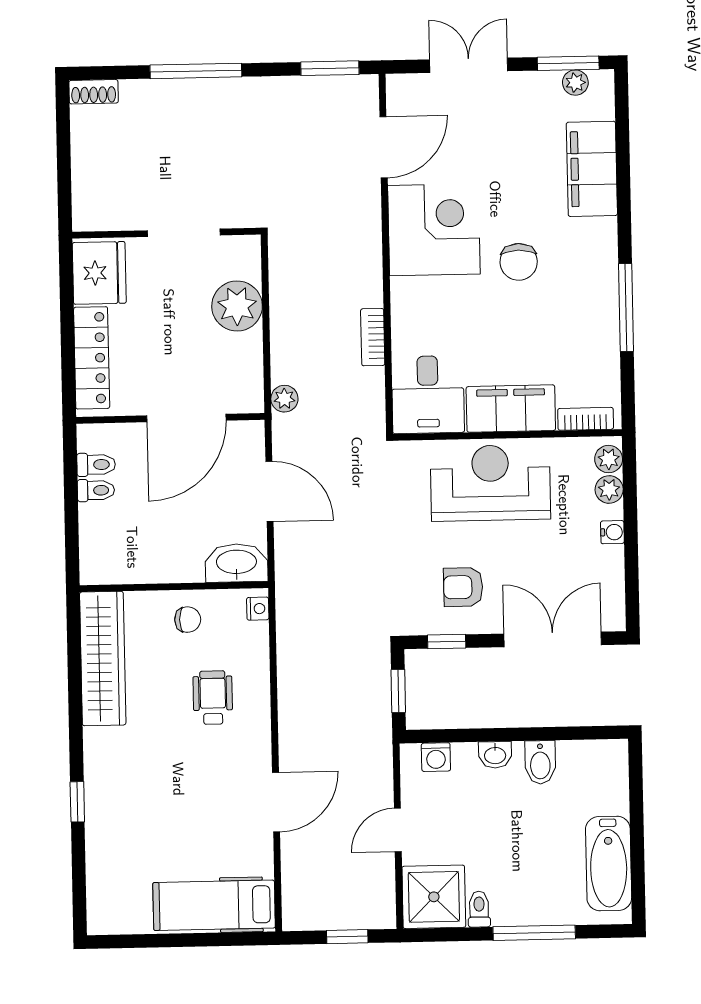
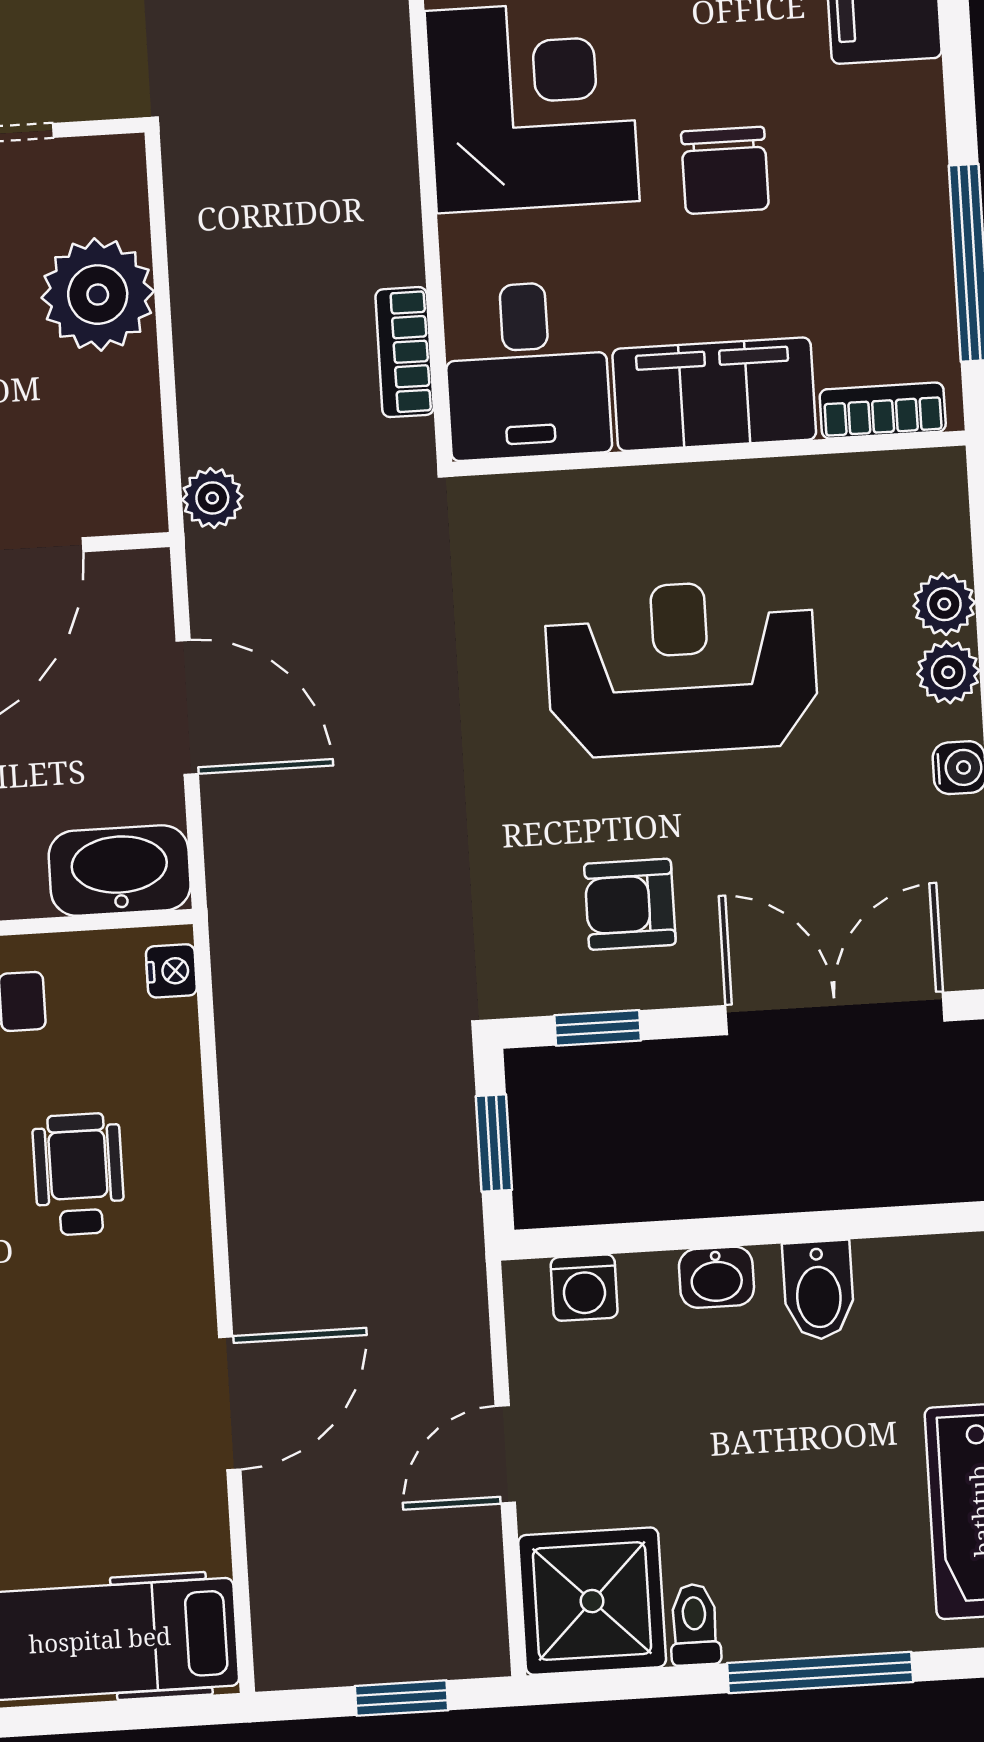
desk: (428, 395) -> (527, 370), moved
filing cabinet: (511, 409) -> (714, 394), moved
bookcase: (586, 419) -> (883, 411), moved
wall: (507, 435) -> (709, 454), moved

